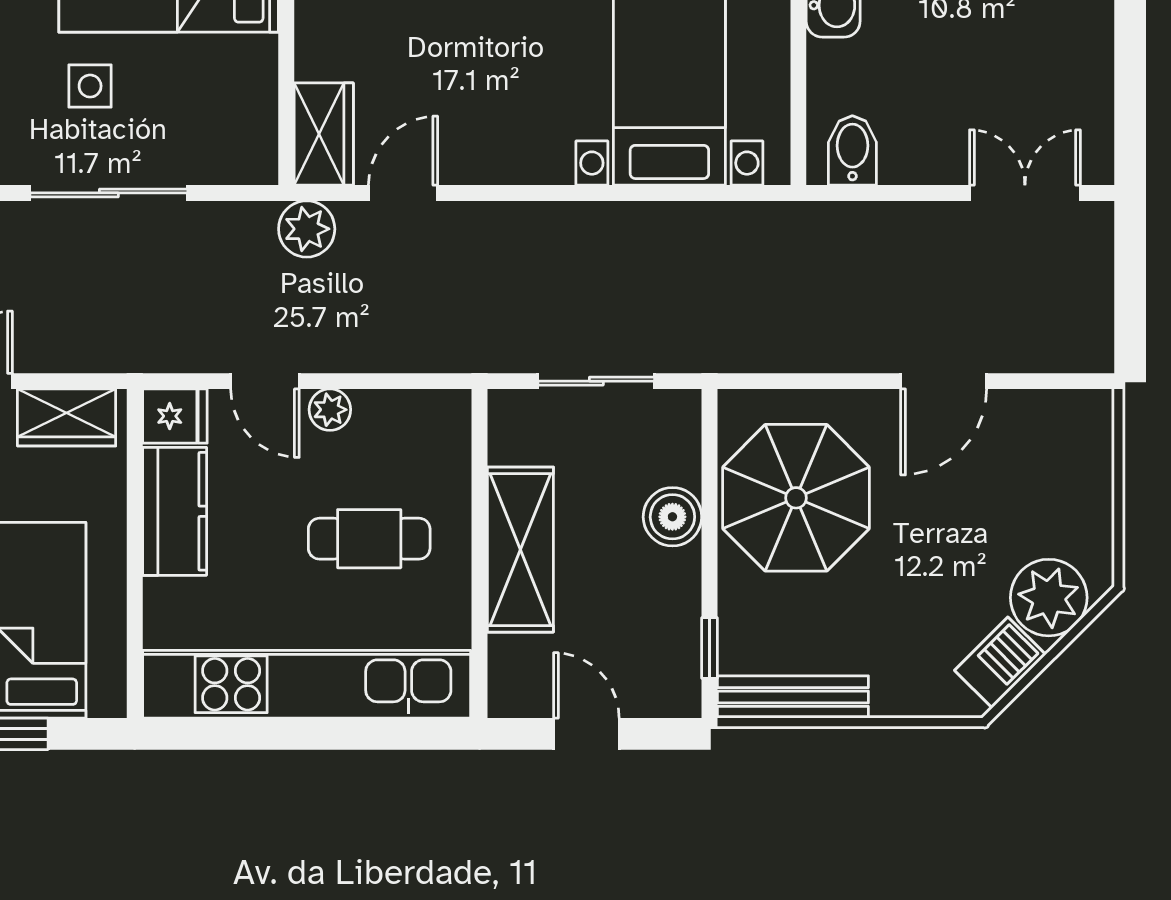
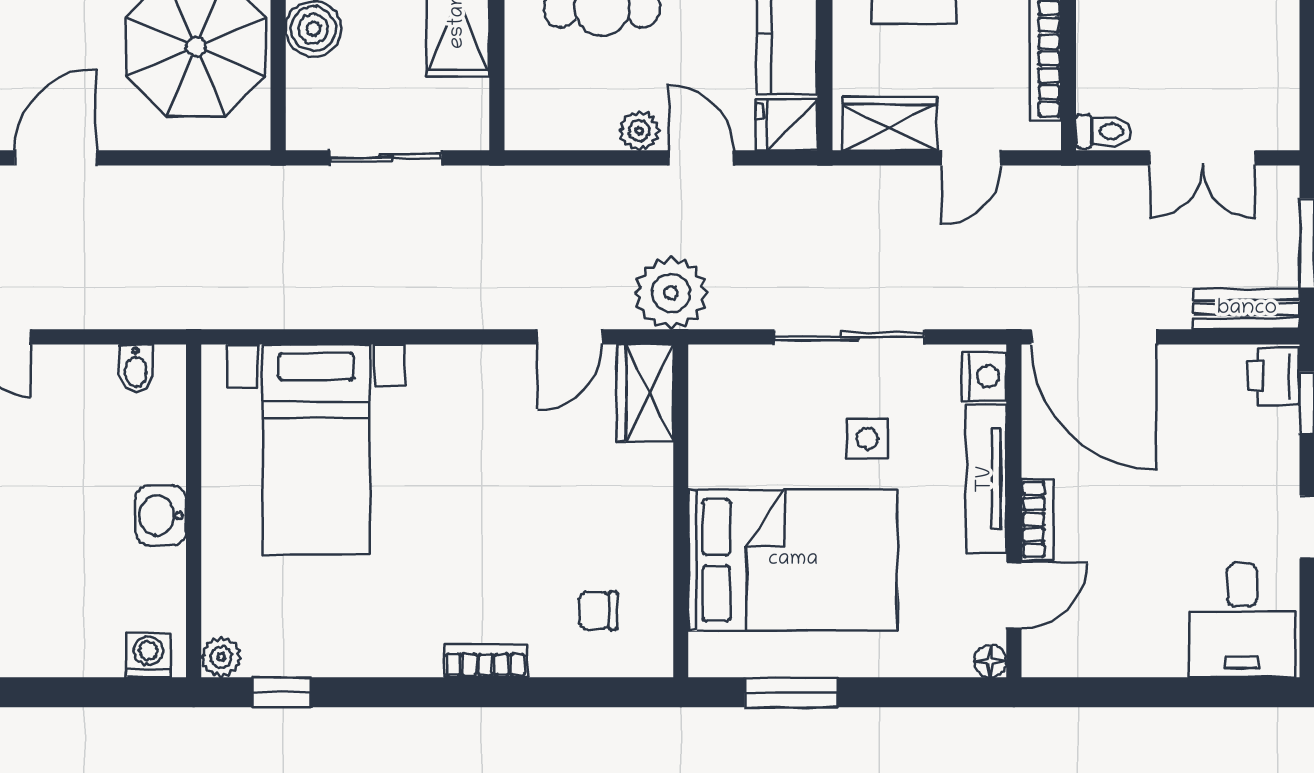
bidet: (852, 150) -> (136, 369), width x0.72, depth x0.74
plant: (307, 229) -> (671, 293), width x1.36, depth x1.36

